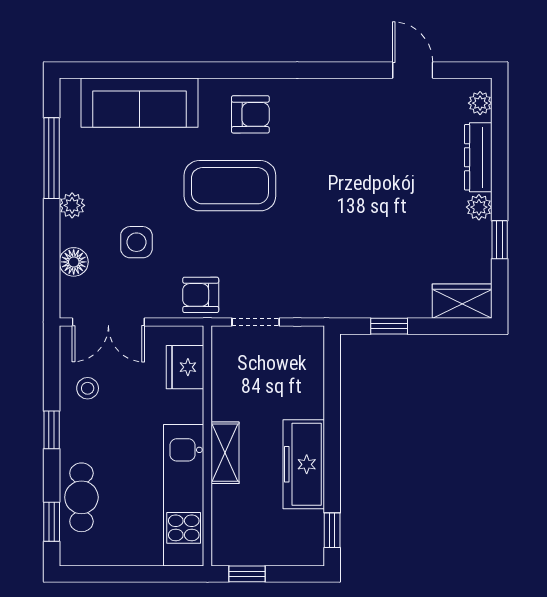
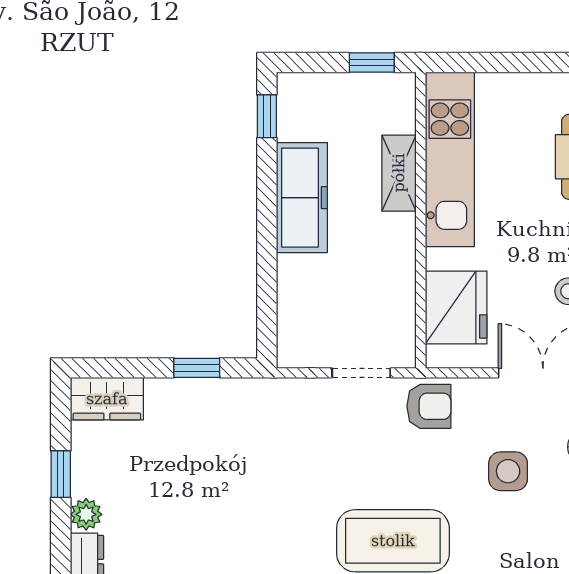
fridge: (185, 367) -> (456, 308), width x1.36, depth x1.34
shelving: (225, 453) -> (399, 173), moved

